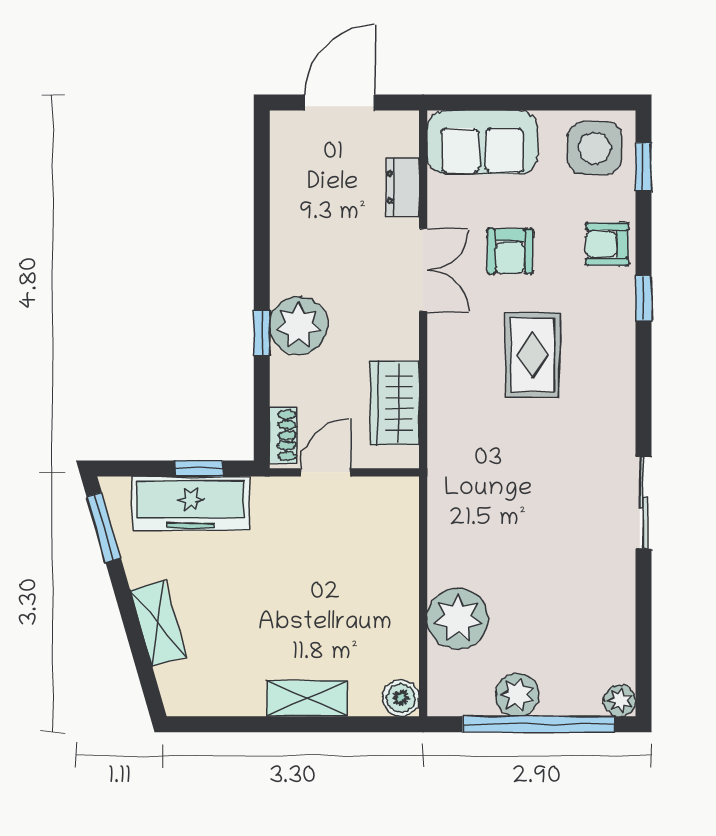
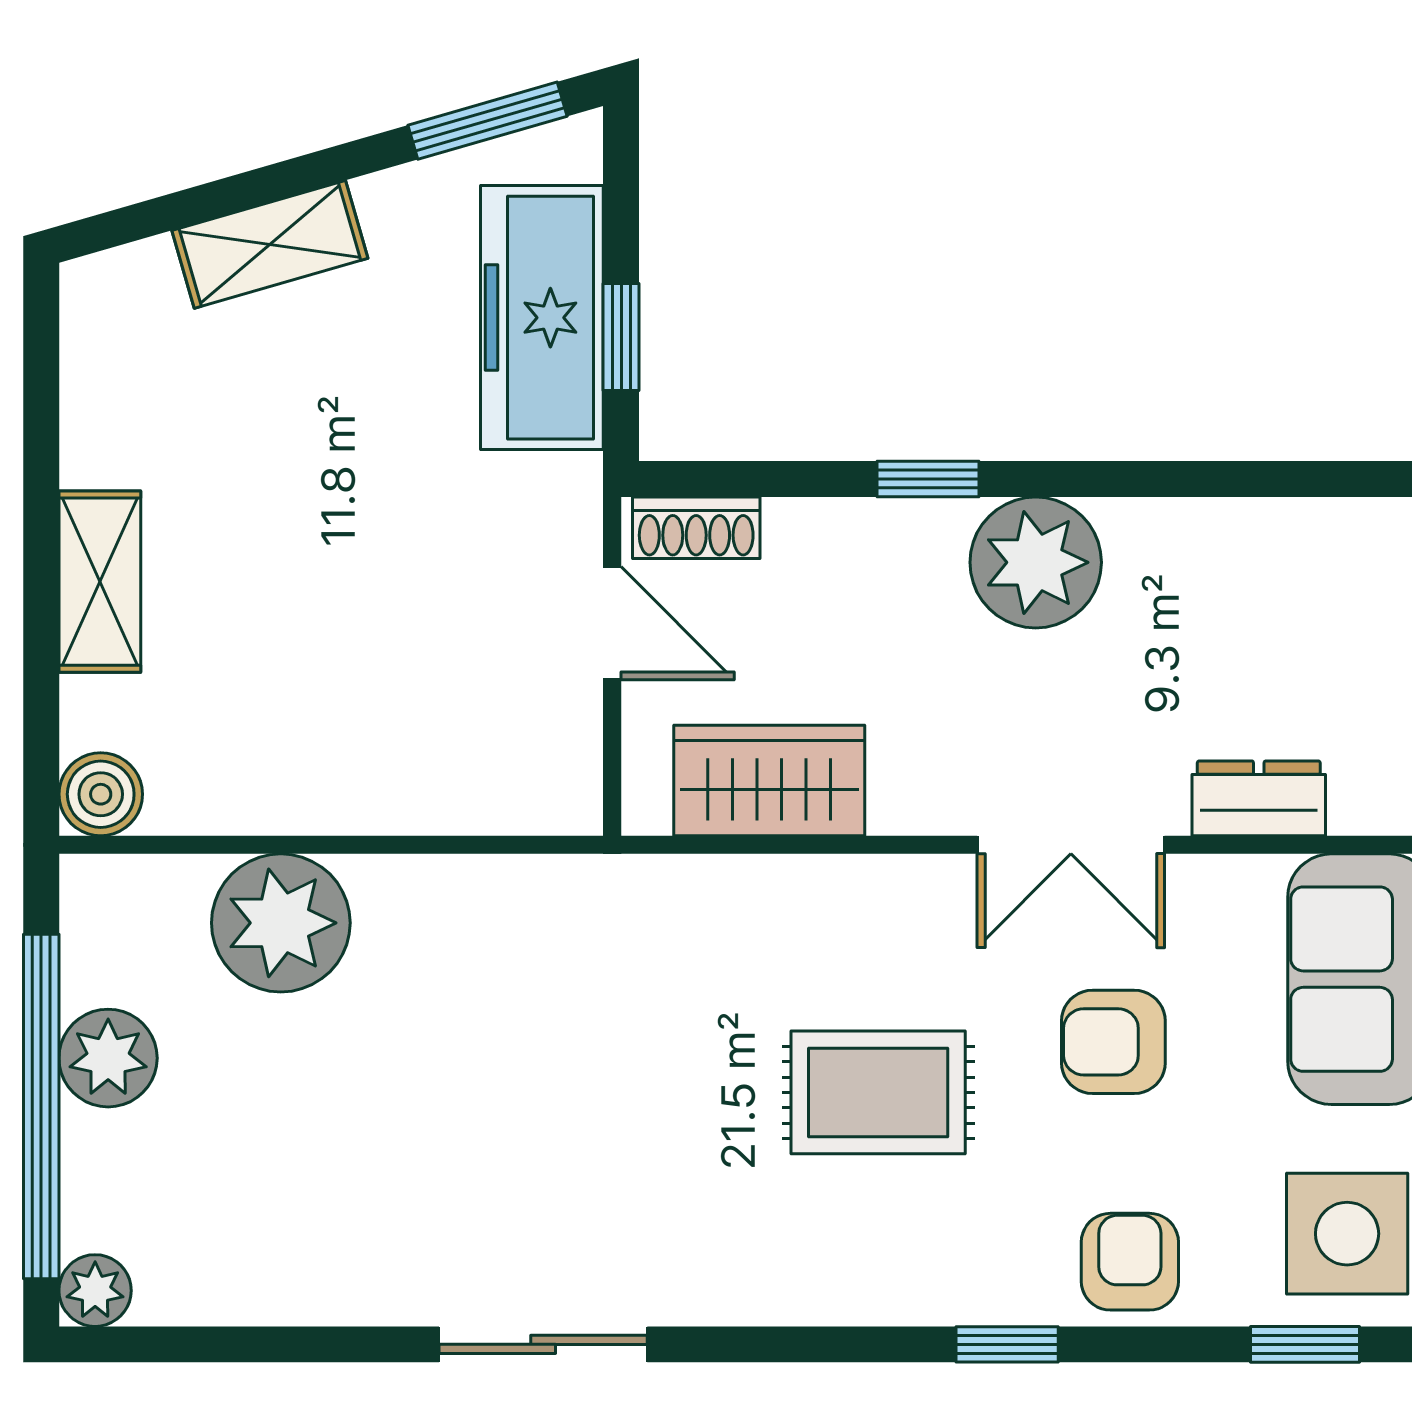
plant: (299, 326) -> (1036, 562), moved

